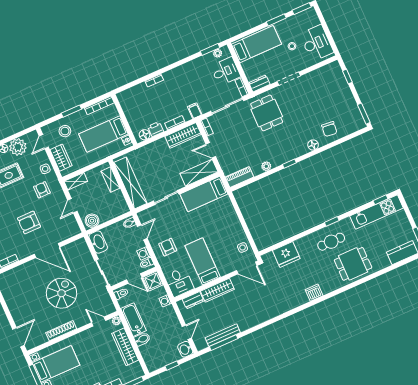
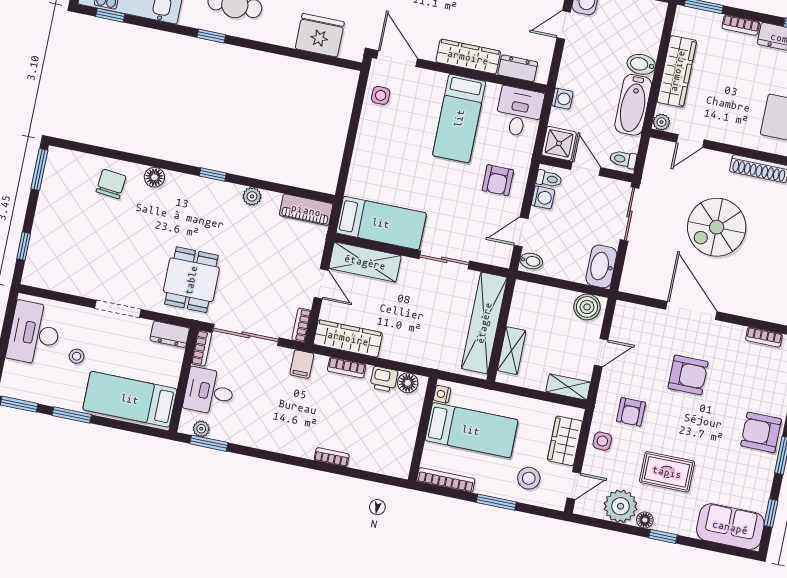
door: (99, 322) -> (690, 141), hinge flipped

